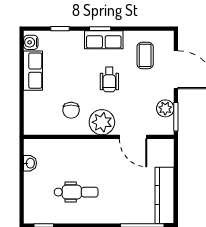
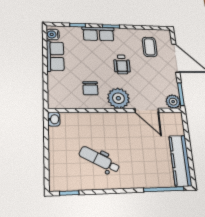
row of seats: (104, 40) -> (98, 34), moved
plant: (165, 108) -> (173, 102), moved
washbasin: (30, 163) -> (54, 119), moved
dental chair: (76, 192) -> (99, 160), turned -151

